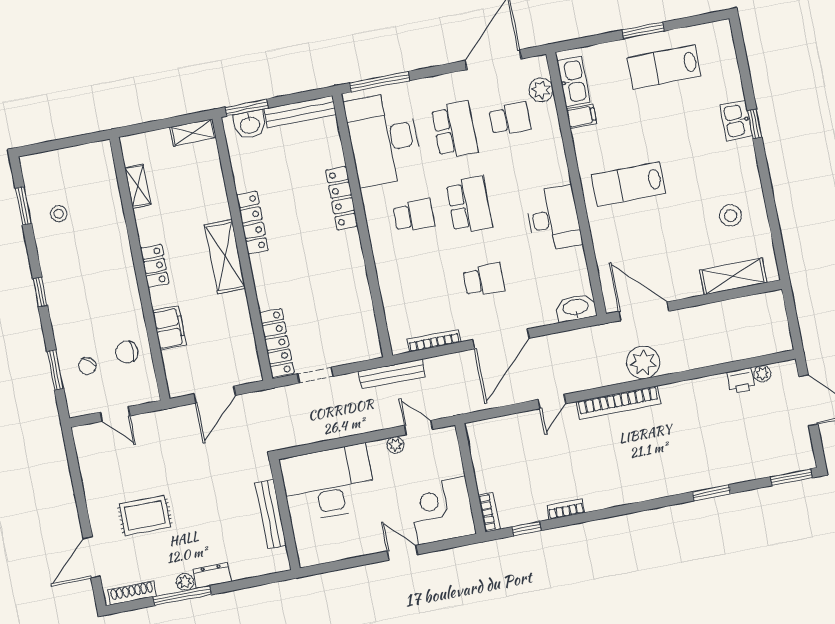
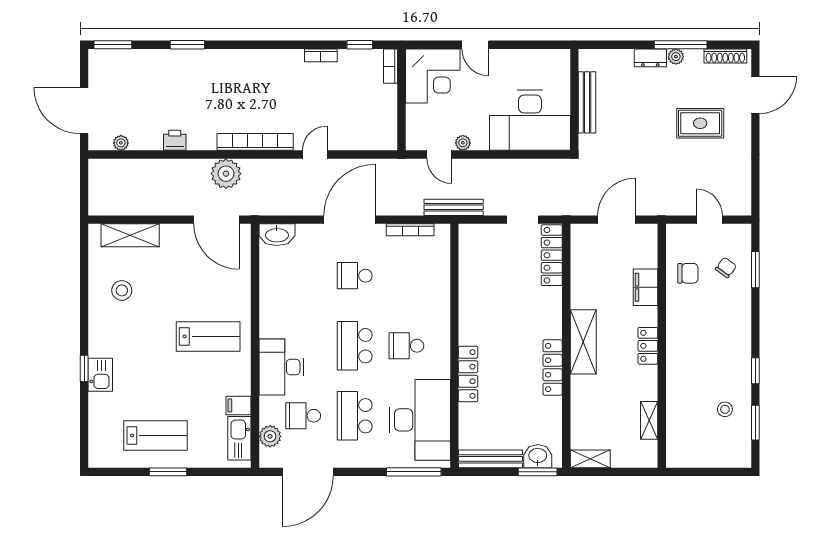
desk: (554, 219) -> (281, 367), moved
window: (40, 292) -> (755, 371), moved
printer: (741, 381) -> (175, 140), moved

